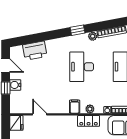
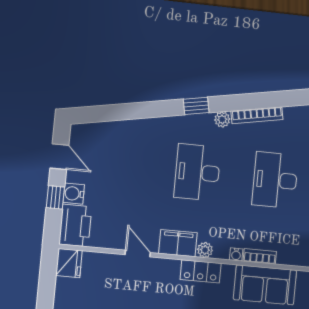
printer: (35, 51) -> (75, 226), moved, turned -79
filing cabinet: (75, 107) -> (178, 243), width x2.00
door: (40, 114) -> (138, 254), moved

